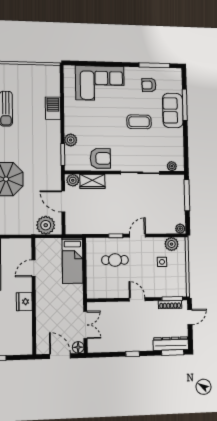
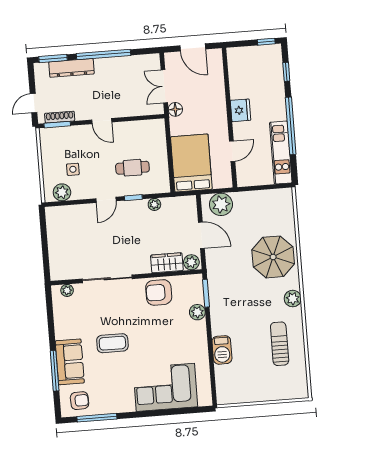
armchair: (149, 85) -> (80, 401), moved
window: (187, 195) -> (46, 255), removed
plant: (180, 229) -> (154, 204), moved
bed: (73, 261) -> (191, 163), width x1.50
dresser: (171, 344) -> (71, 68), moved
floor lamp: (78, 347) -> (175, 109), moved
window: (133, 354) -> (103, 54), width x3.17

